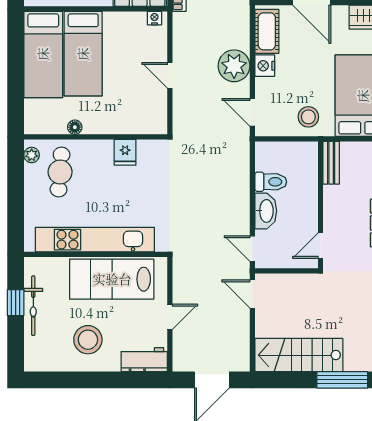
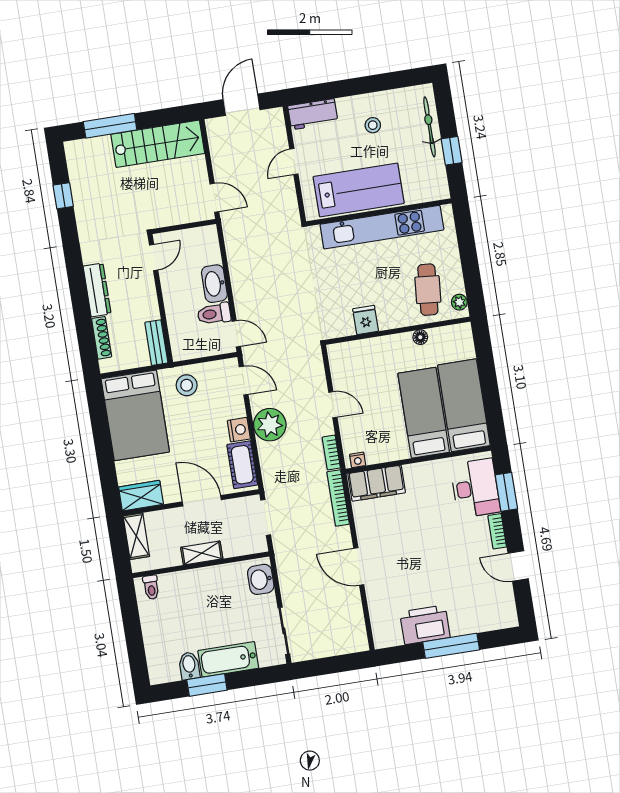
bookcase: (179, 29) -> (331, 453), added
door: (252, 249) -> (236, 334), moved
bicycle: (33, 306) -> (430, 127), moved
stool: (88, 340) -> (373, 125), width x0.53, depth x0.53

